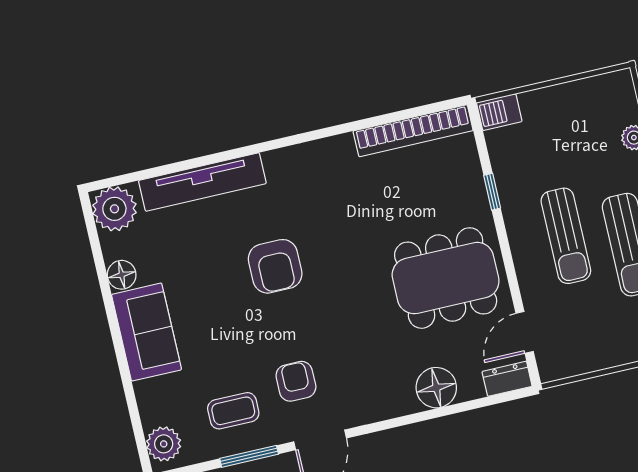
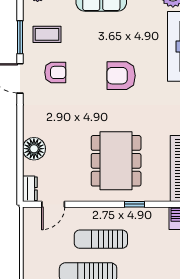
dining table: (446, 278) -> (116, 161), moved
door: (525, 332) -> (53, 204), swing flipped
coffee table: (233, 411) -> (47, 34), turned 90

